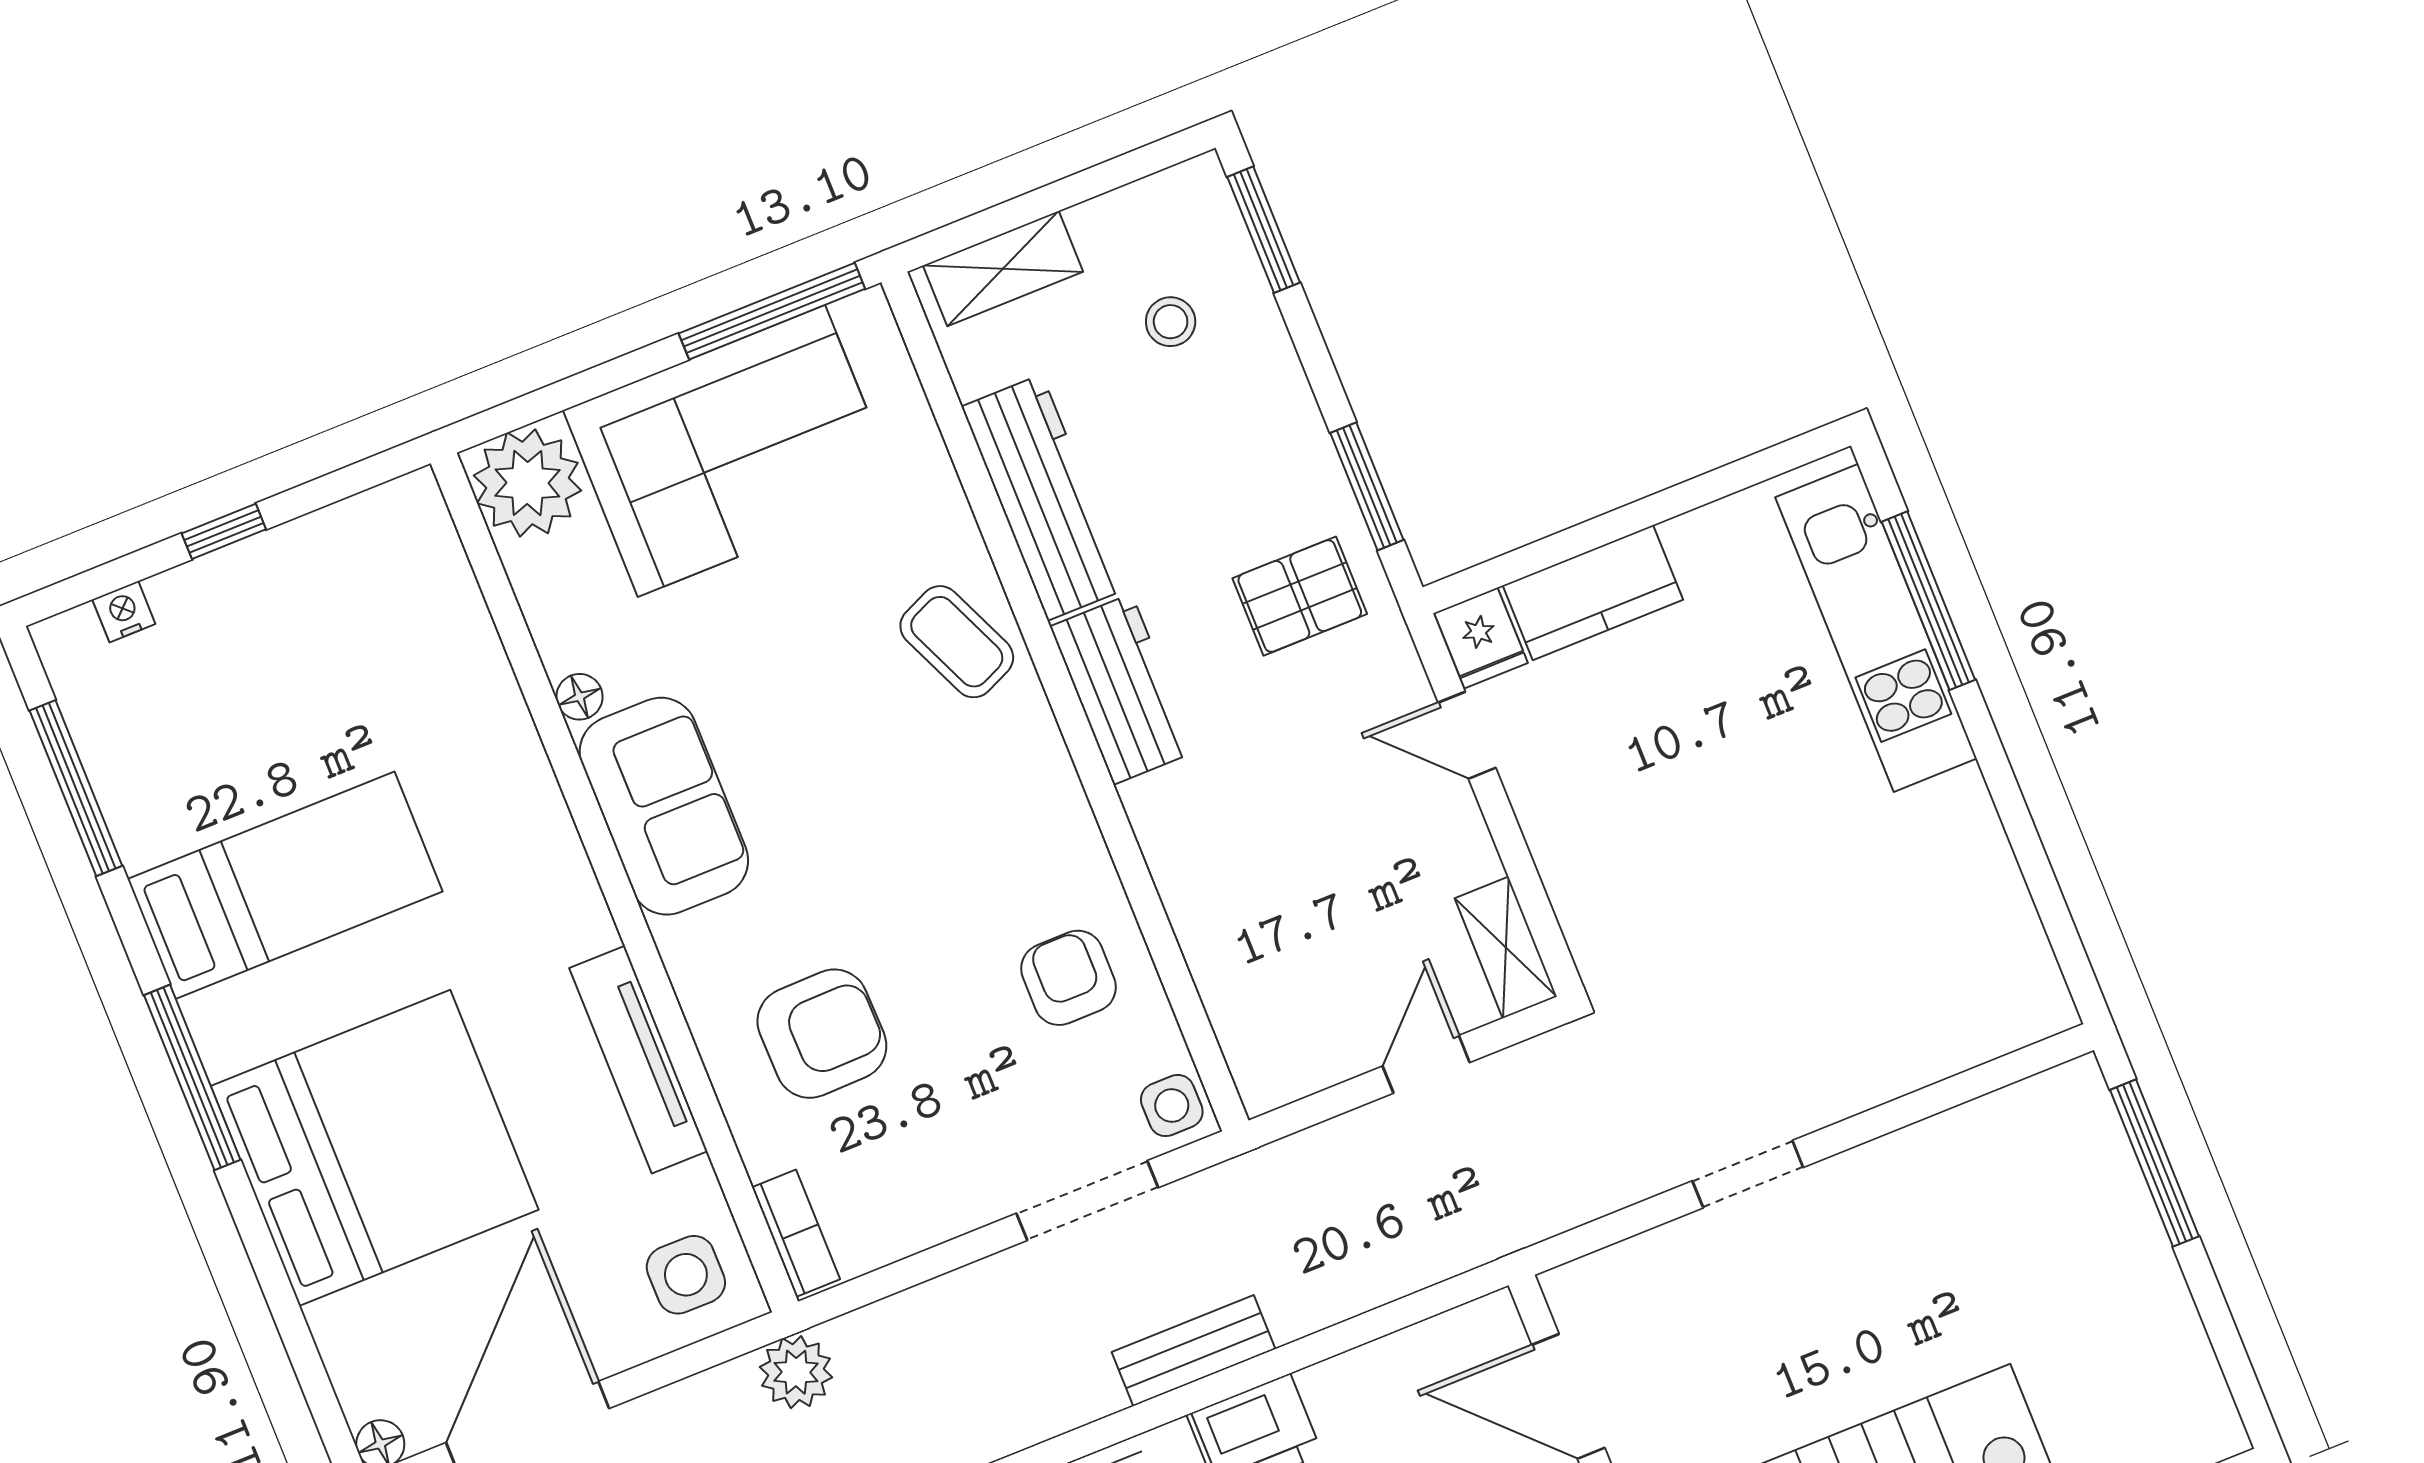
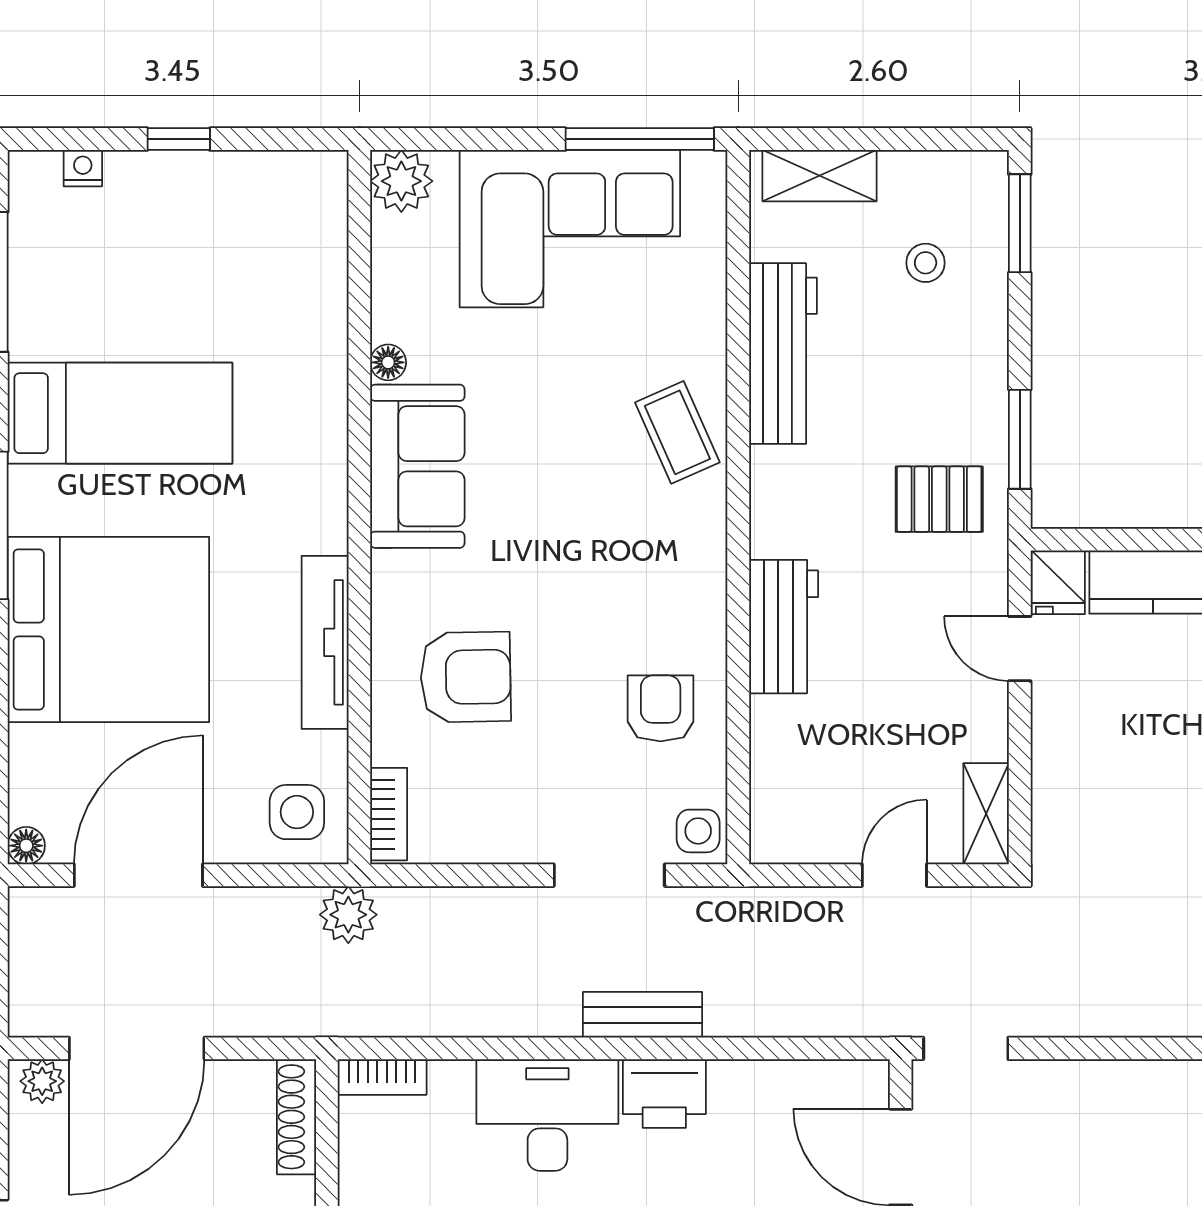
plant: (527, 483) -> (401, 181), width x0.73, depth x0.73
workbench: (1122, 689) -> (784, 627), moved
doorway: (1748, 1174) -> (966, 1048), moved

